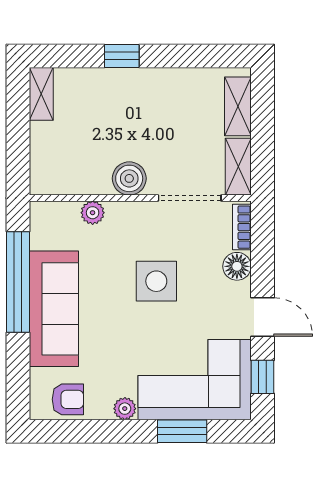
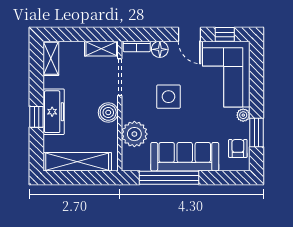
freezer: (131, 85) -> (54, 112), added
shelving: (41, 94) -> (77, 162), width x2.20, depth x1.33
shelving: (238, 106) -> (51, 58), moved, turned 90
plant: (93, 213) -> (134, 134), width x1.88, depth x1.88
door: (262, 317) -> (190, 34), swing flipped
window: (182, 431) -> (256, 132), moved

